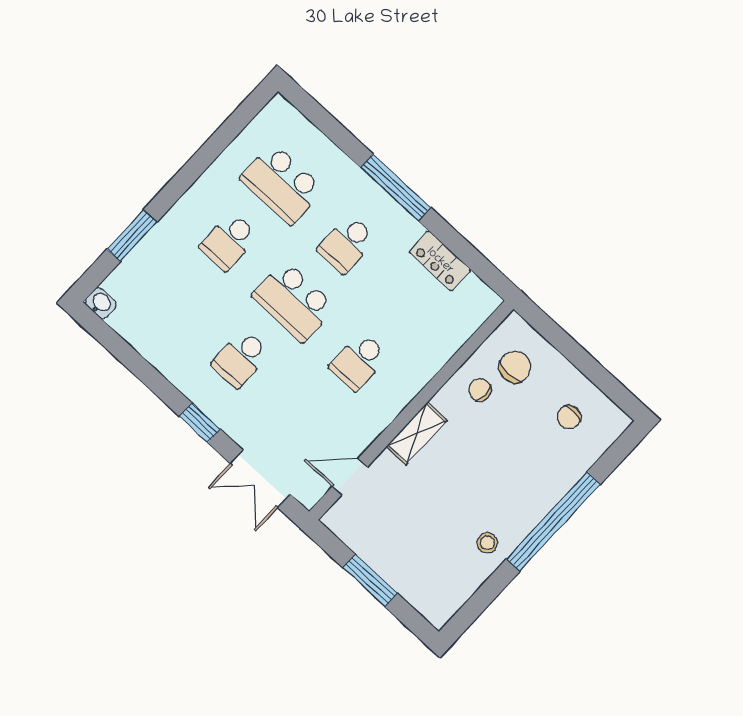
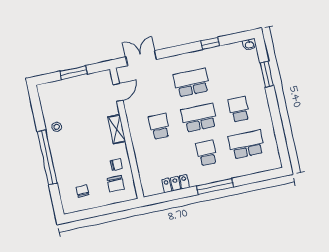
school desk: (241, 359) -> (192, 83), width x1.85
window: (200, 423) -> (210, 43), moved

